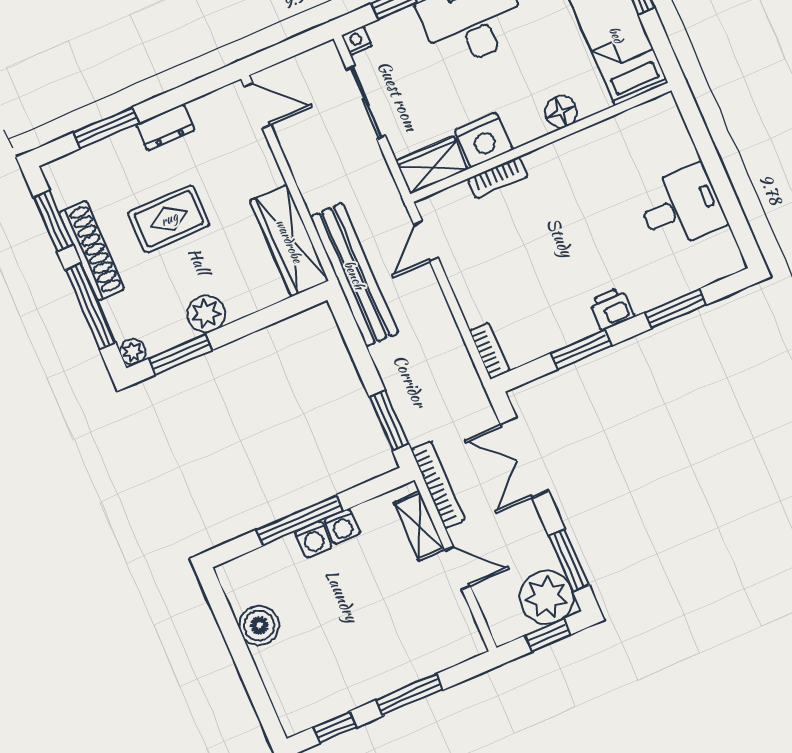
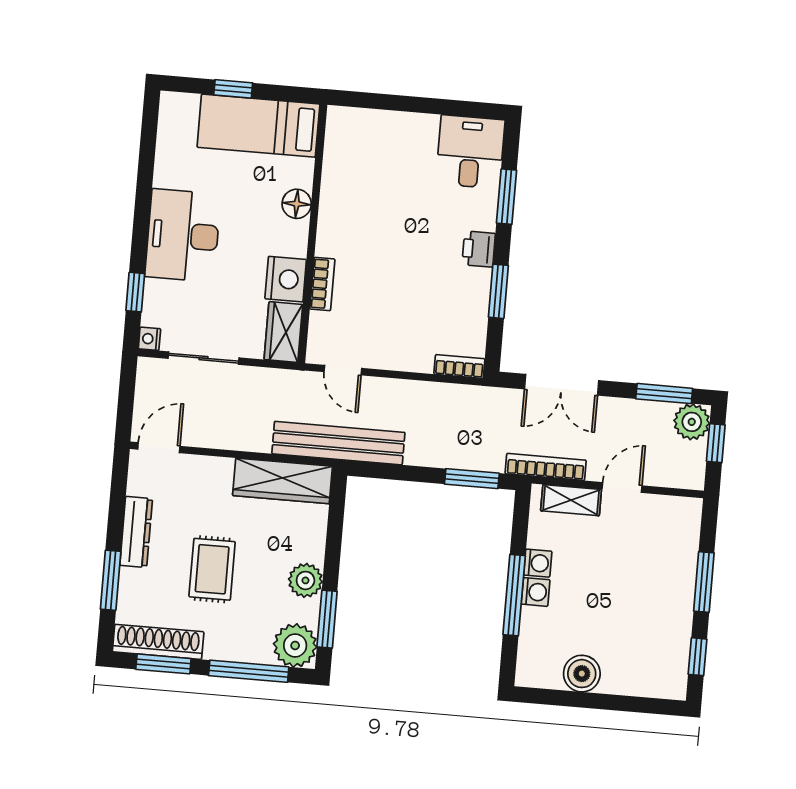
dresser: (165, 127) -> (136, 532), width x1.44
desk: (681, 207) -> (470, 152), moved
shoe rack: (92, 251) -> (158, 642), moved
plant: (133, 352) -> (295, 645), width x1.88, depth x1.88
plant: (547, 597) -> (692, 422), width x0.73, depth x0.73

